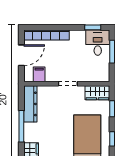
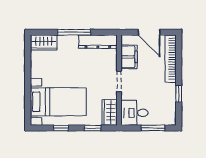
window: (93, 27) -> (179, 94), moved
desk: (98, 43) -> (134, 113), moved, turned 180
filing cabinet: (39, 74) -> (129, 57), width x2.00

